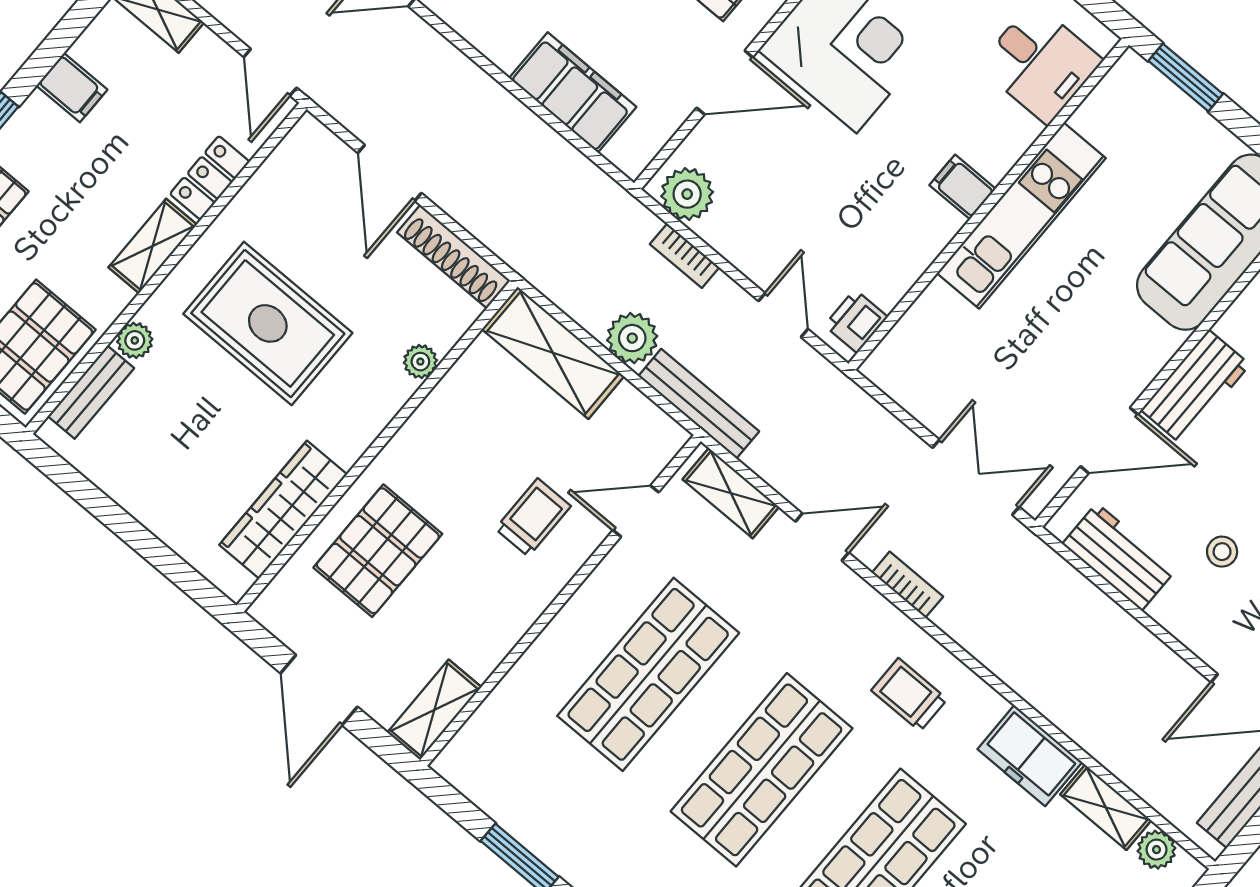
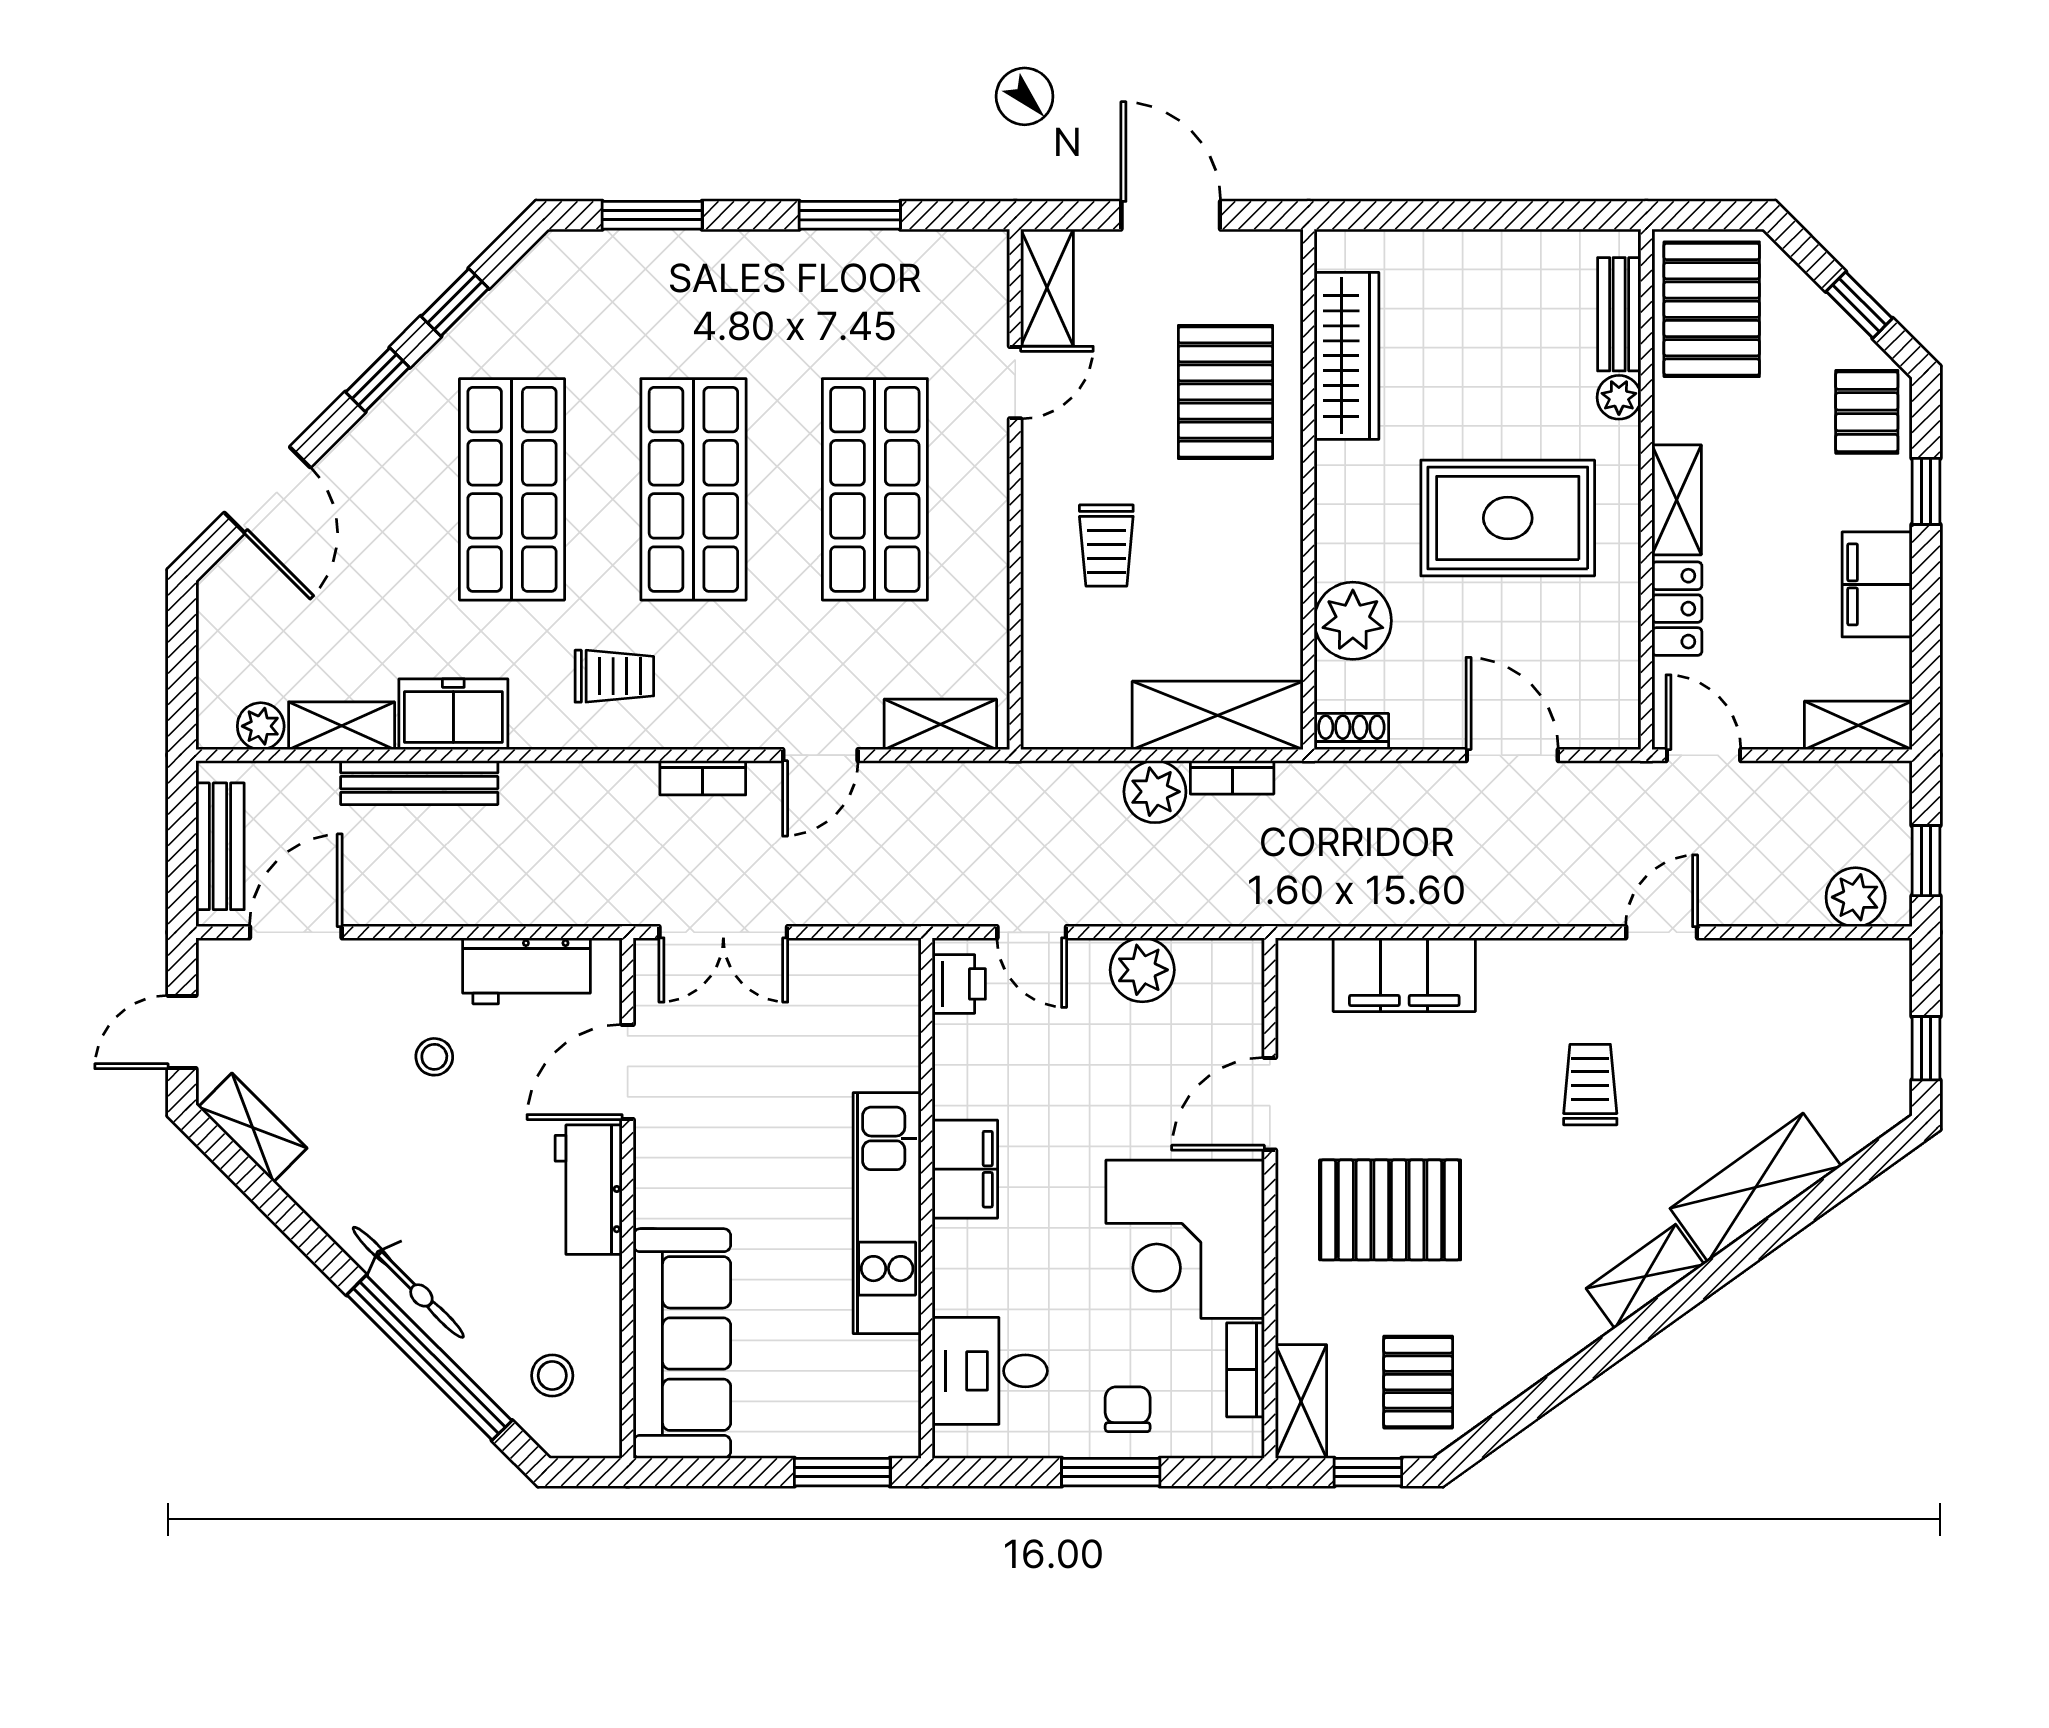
filing cabinet: (72, 88) -> (1877, 584), width x2.00
filing cabinet: (963, 187) -> (965, 1169), width x2.00
plant: (687, 194) -> (1142, 970), moved
bookcase: (685, 256) -> (1232, 777), moved, turned 180
shoe rack: (454, 257) -> (1351, 732), width x0.51, depth x0.81
plant: (420, 362) -> (1353, 621), width x1.88, depth x1.88
bench: (699, 404) -> (419, 783), moved
door: (636, 511) -> (1015, 383), moved

